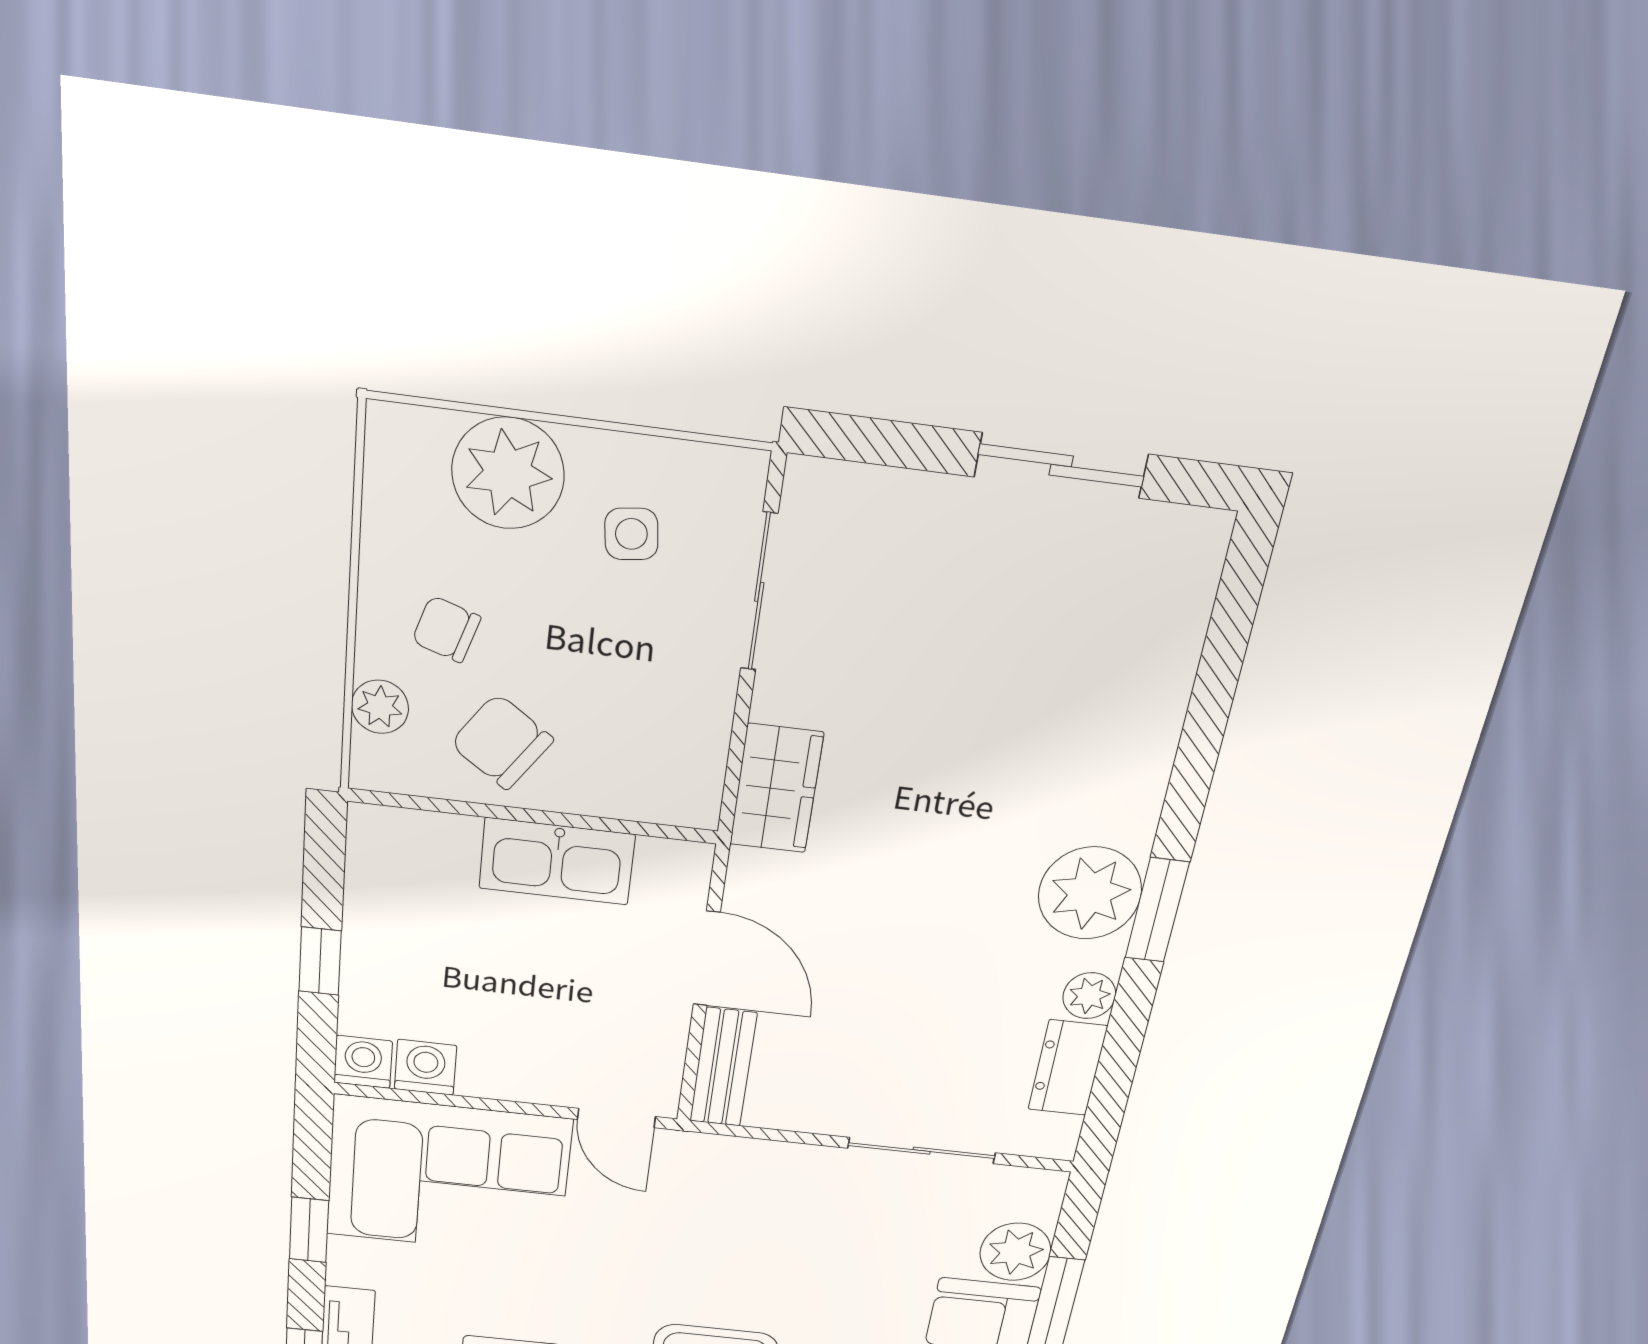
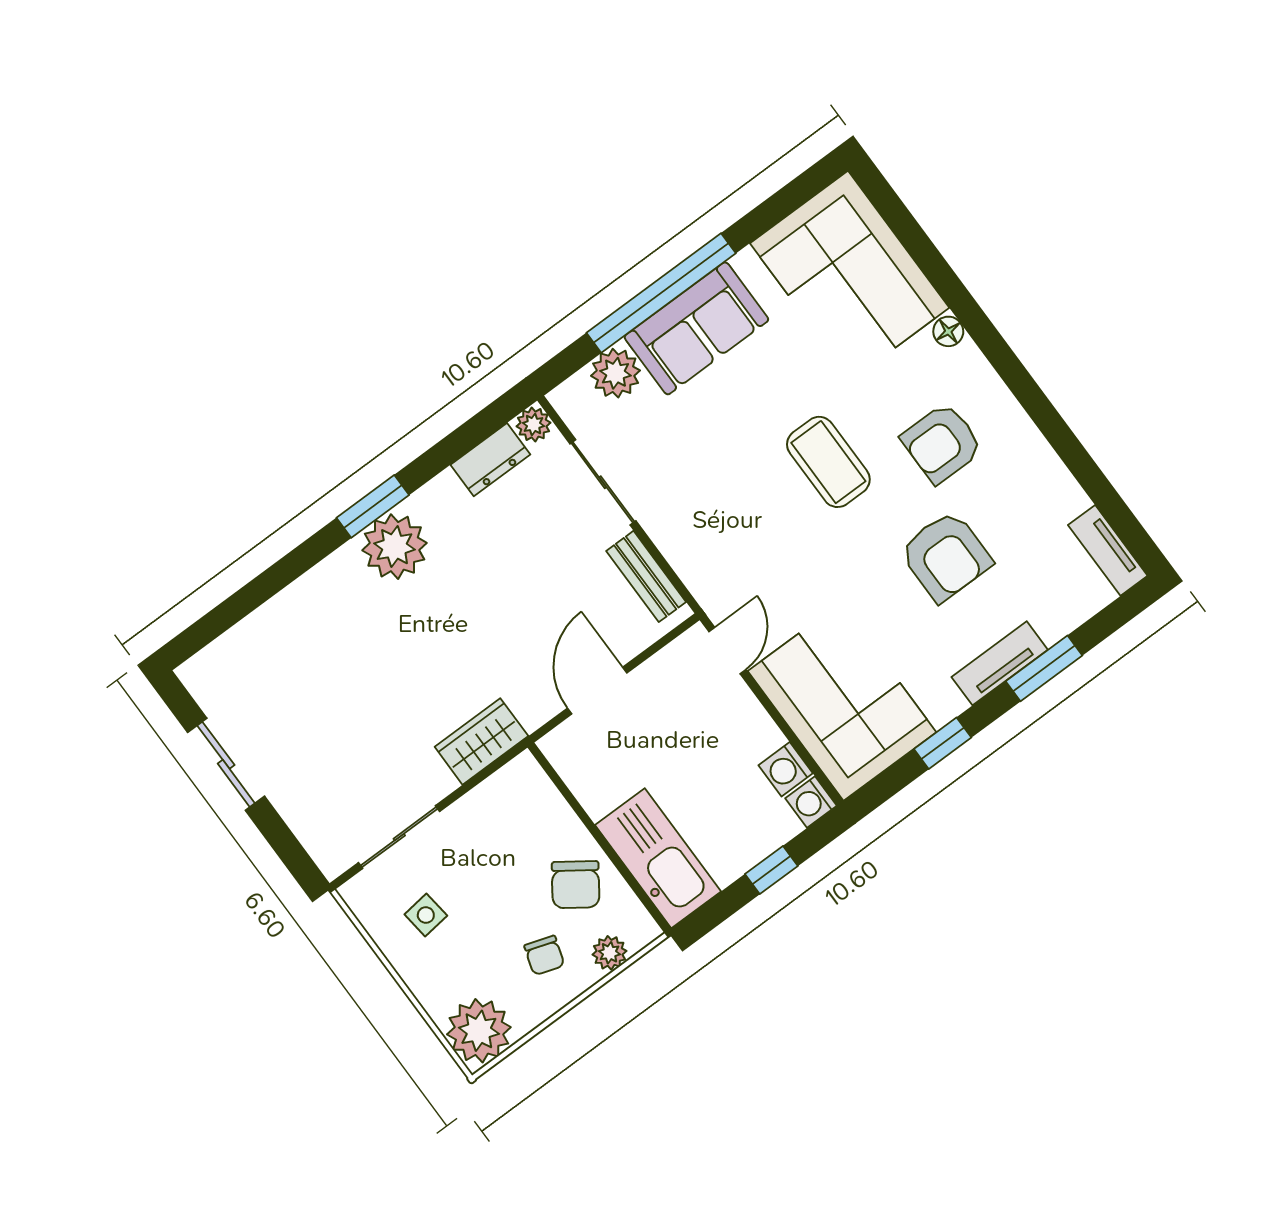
plant: (508, 473) -> (479, 1031), moved
kitchen sink: (557, 861) -> (658, 858), moved, width x1.36, depth x1.24
plant: (1089, 996) -> (533, 424), moved
bench: (723, 1067) -> (646, 576), moved, turned 90

